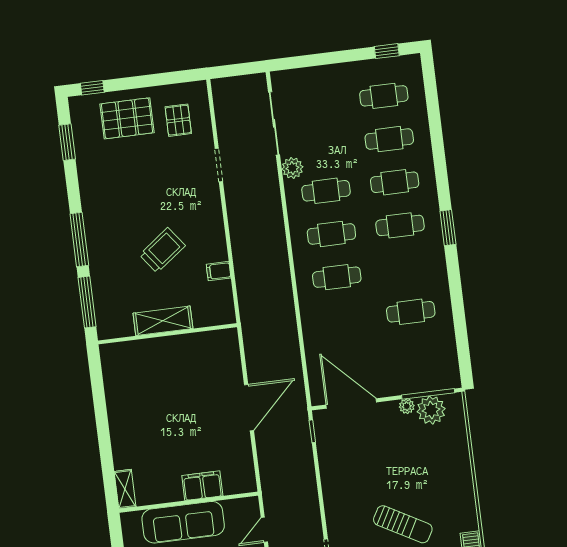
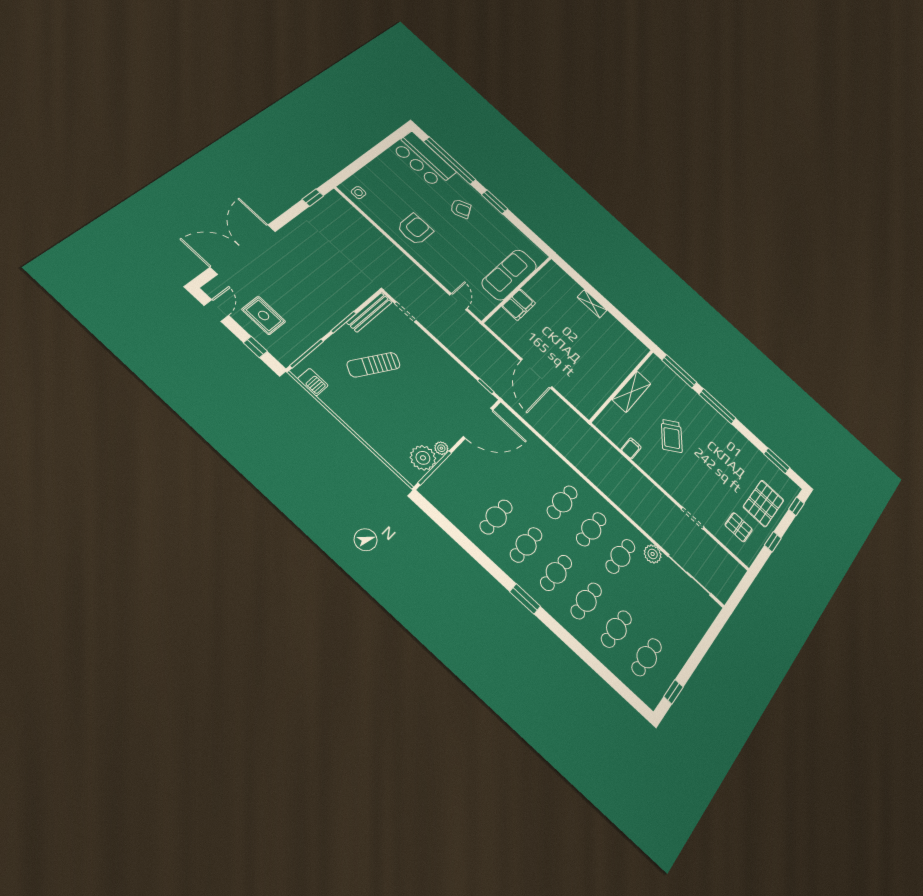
window: (155, 80) -> (773, 542), added
cafe table: (405, 269) -> (526, 545), added
shelving: (125, 489) -> (592, 304), moved

